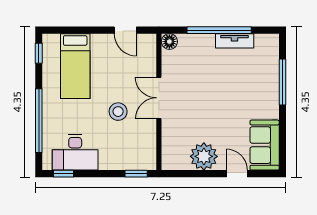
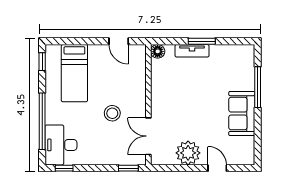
window: (219, 30) -> (202, 41), width x0.47
tv unit: (235, 41) -> (192, 51), moved
double door: (159, 98) -> (148, 136), moved
sofa: (265, 145) -> (242, 114), moved
desk: (75, 152) -> (61, 145), moved, turned 90

